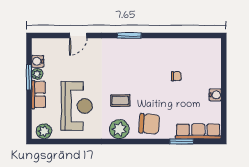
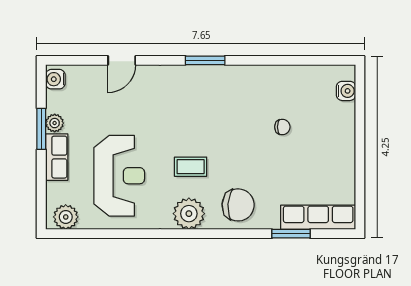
water cooler: (38, 61) -> (55, 79), moved
water cooler: (215, 95) -> (346, 91), moved

